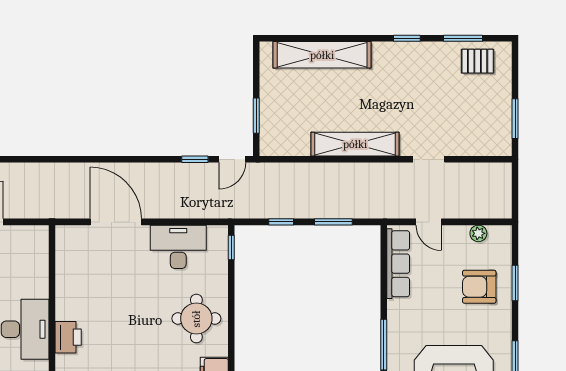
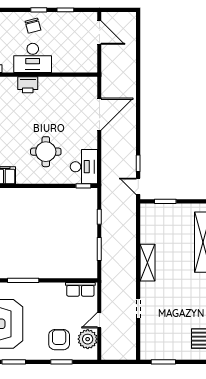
shelving: (355, 144) -> (147, 263), width x0.68
door: (429, 222) -> (99, 320), moved
plant: (478, 233) -> (88, 339), width x1.87, depth x1.87
desk: (178, 247) -> (84, 167), moved
row of seats: (398, 264) -> (80, 289), width x0.68
round table: (196, 319) -> (46, 152), moved

